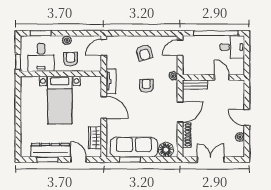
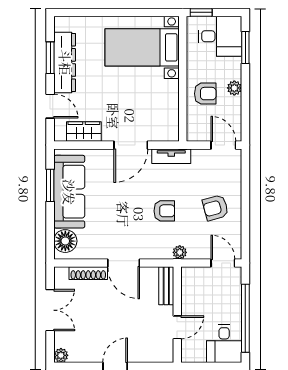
desk: (41, 57) -> (220, 36), moved, turned 180
bed with nightstands: (60, 100) -> (142, 47), moved
plant: (240, 137) -> (61, 355), moved
door: (79, 160) -> (50, 106), hinge flipped

